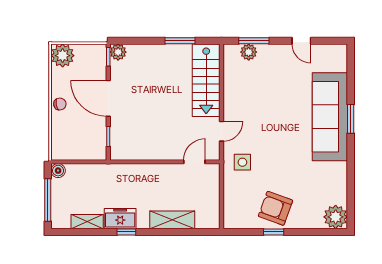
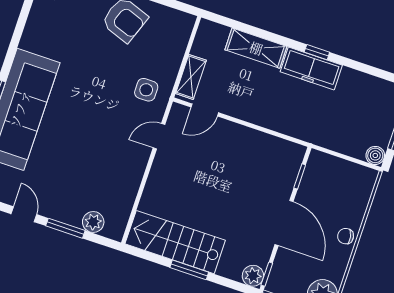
window: (180, 41) -> (189, 270), moved
window: (254, 41) -> (65, 228), moved
stairs: (206, 80) -> (175, 242), moved, turned -90
freezer: (120, 219) -> (311, 69), width x1.40
shelving: (87, 222) -> (191, 77), moved, turned 90

